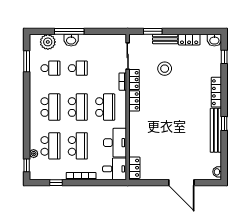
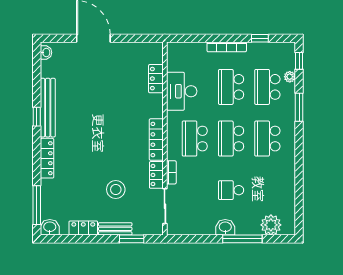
washbasin: (71, 40) -> (225, 227), moved
window: (224, 57) -> (37, 205), width x2.17
window: (27, 61) -> (299, 107), moved
school desk: (50, 68) -> (267, 190), removed
locker: (134, 101) -> (156, 140), width x1.53
locker: (134, 168) -> (156, 79), moved
desk: (114, 169) -> (182, 56), removed

